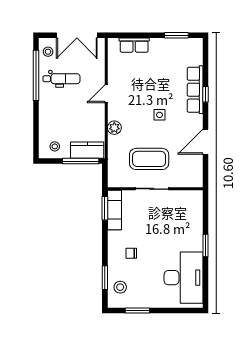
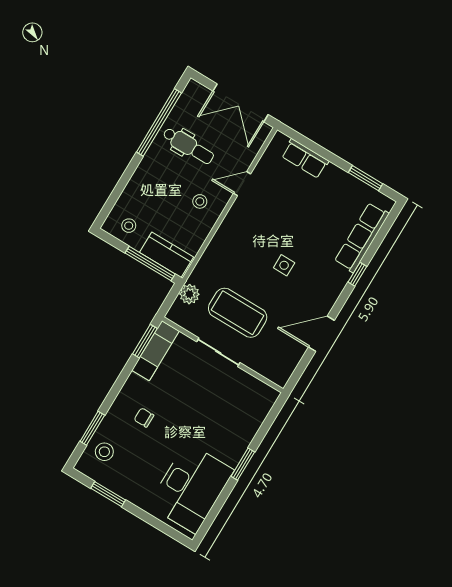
stool: (48, 52) -> (200, 201), moved
row of seats: (195, 90) -> (362, 237), moved
door: (106, 94) -> (242, 184), moved
plant: (114, 128) -> (189, 294), moved

